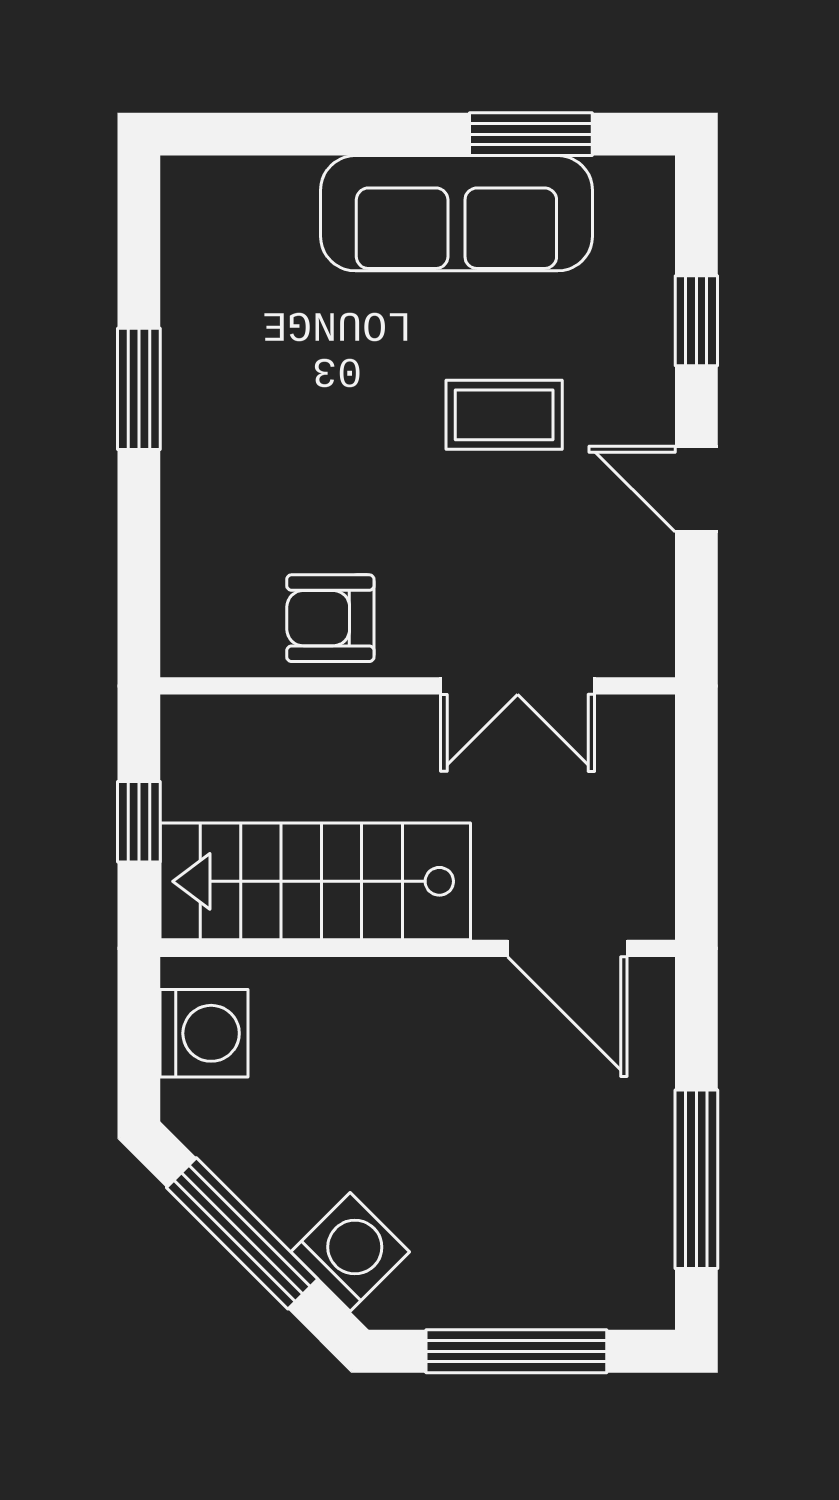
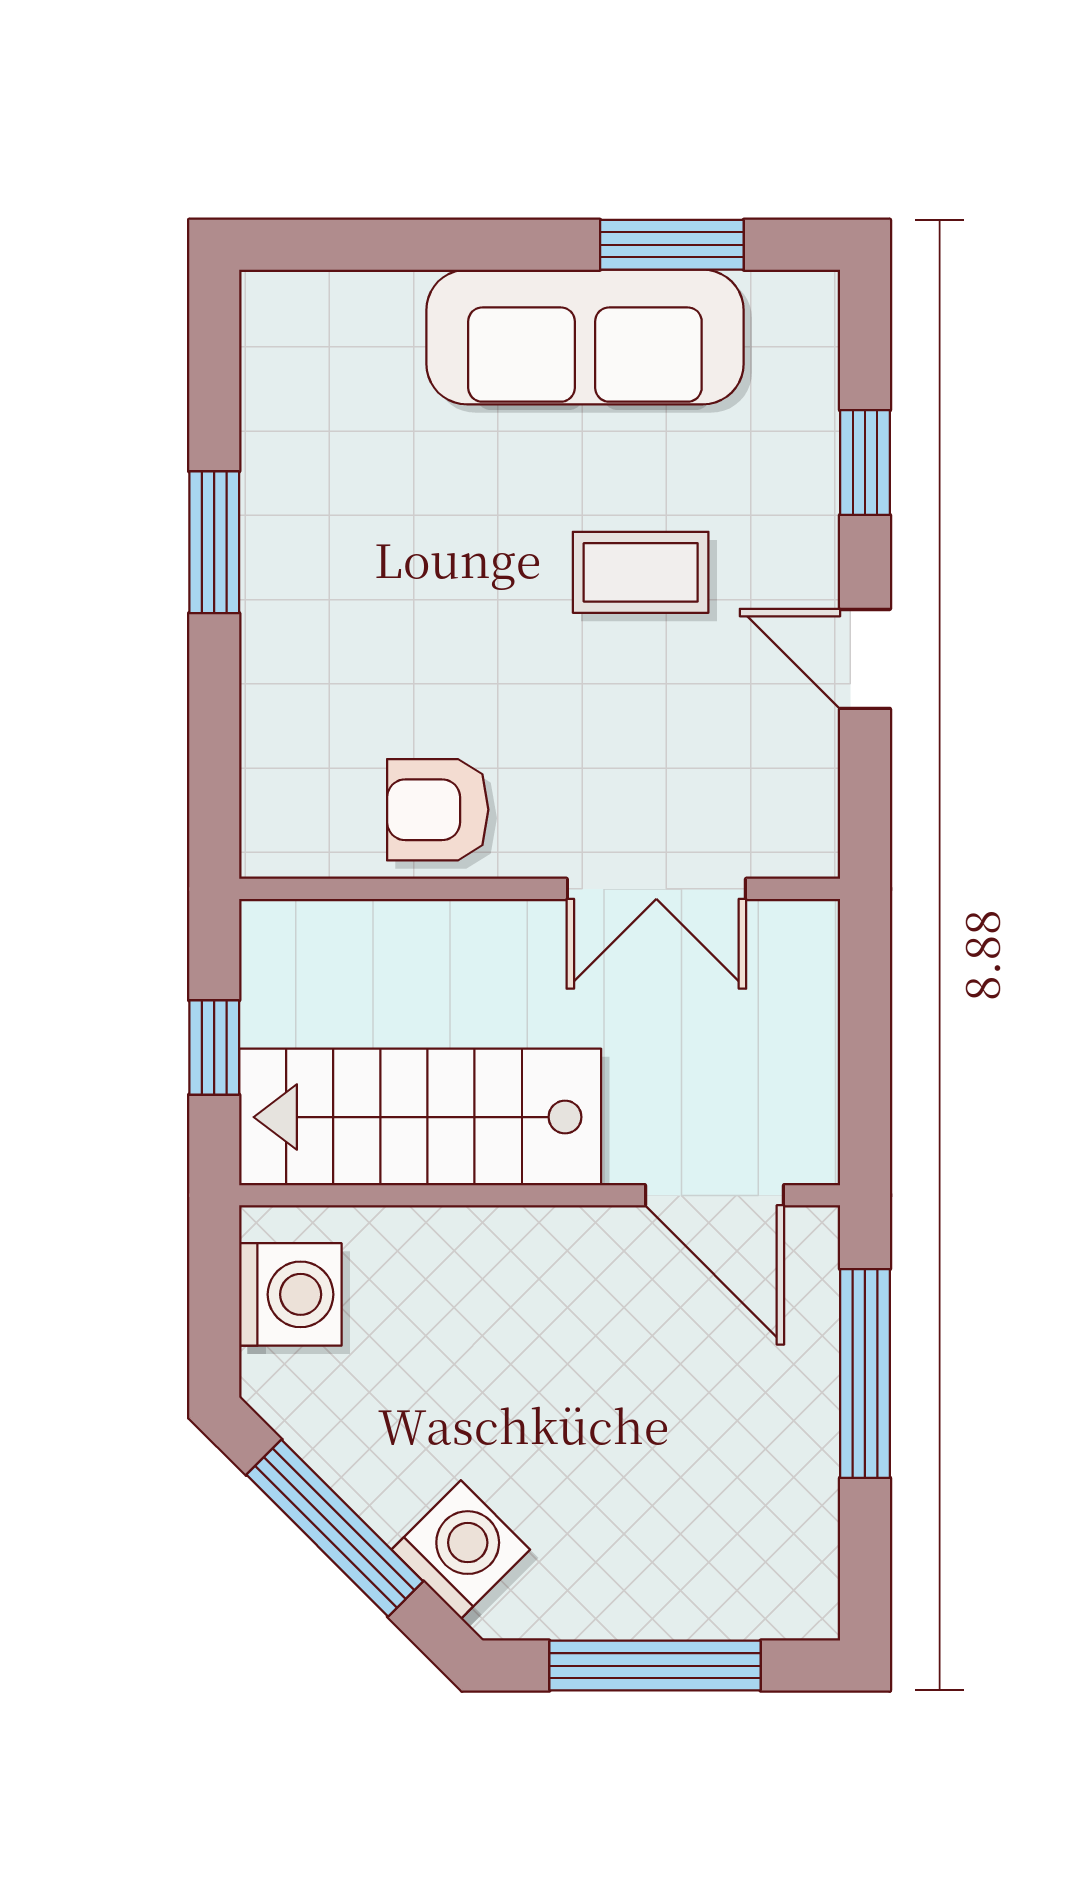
window: (696, 1179) -> (865, 1373), moved

